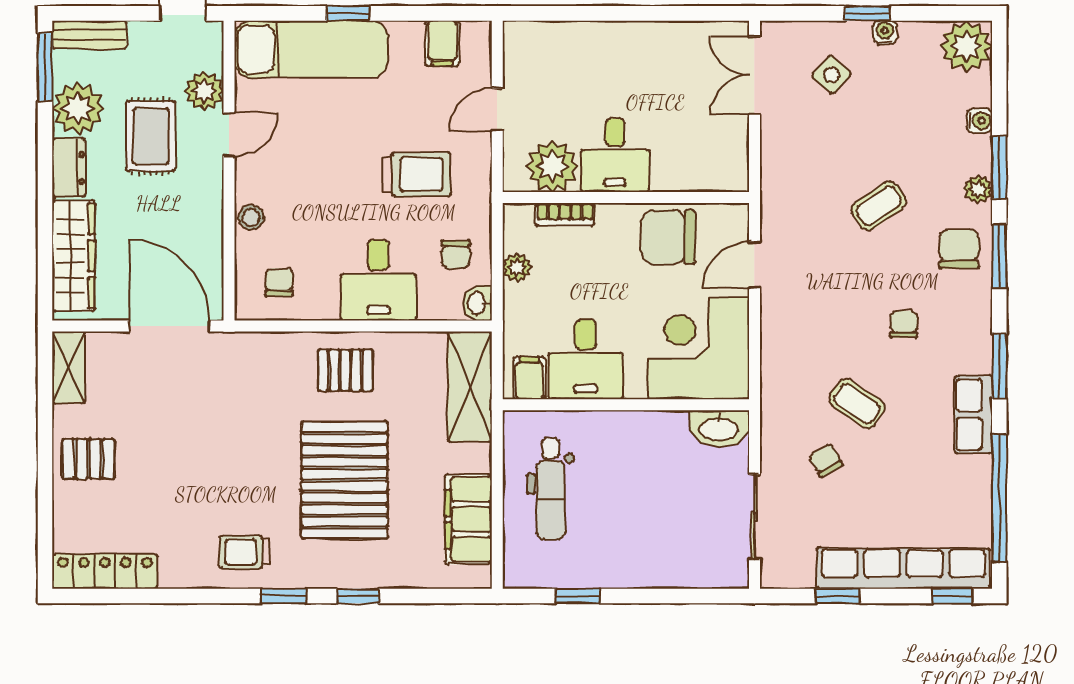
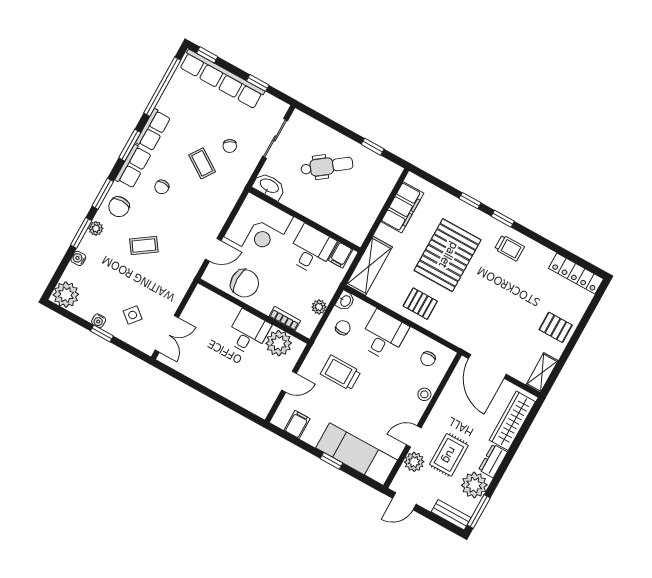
row of seats: (973, 332) -> (133, 167), added
dental chair: (551, 489) -> (327, 166), moved, turned 53

